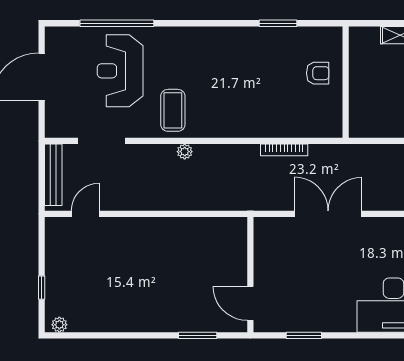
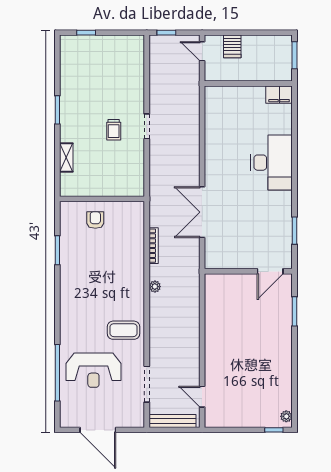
plant: (185, 152) -> (155, 287), moved
window: (42, 288) -> (274, 430), moved

